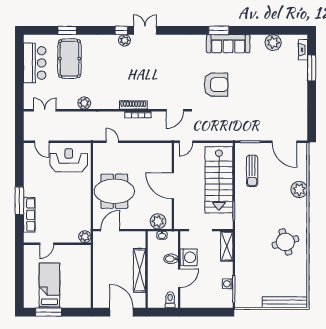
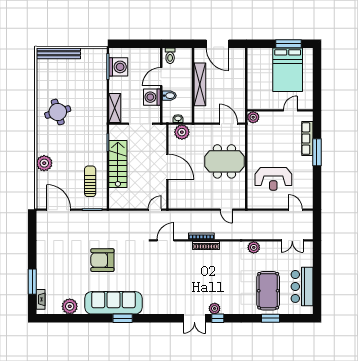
sofa: (228, 44) -> (113, 303), width x1.36, depth x1.27
armchair: (216, 85) -> (102, 260), moved
reception desk: (69, 160) -> (273, 179), moved
stairs: (219, 180) -> (118, 164), width x0.73, depth x0.66
door: (110, 230) -> (228, 124), swing flipped
washing machine: (228, 284) -> (118, 67), width x1.89, depth x1.89
bed: (49, 285) -> (288, 70), width x1.50

